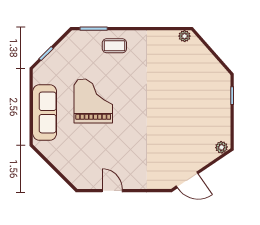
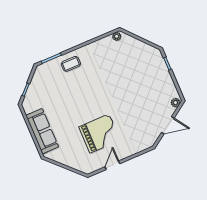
grand piano: (93, 101) -> (100, 133), moved, turned 90
door: (187, 180) -> (168, 125), moved
door: (112, 191) -> (112, 165), hinge flipped

